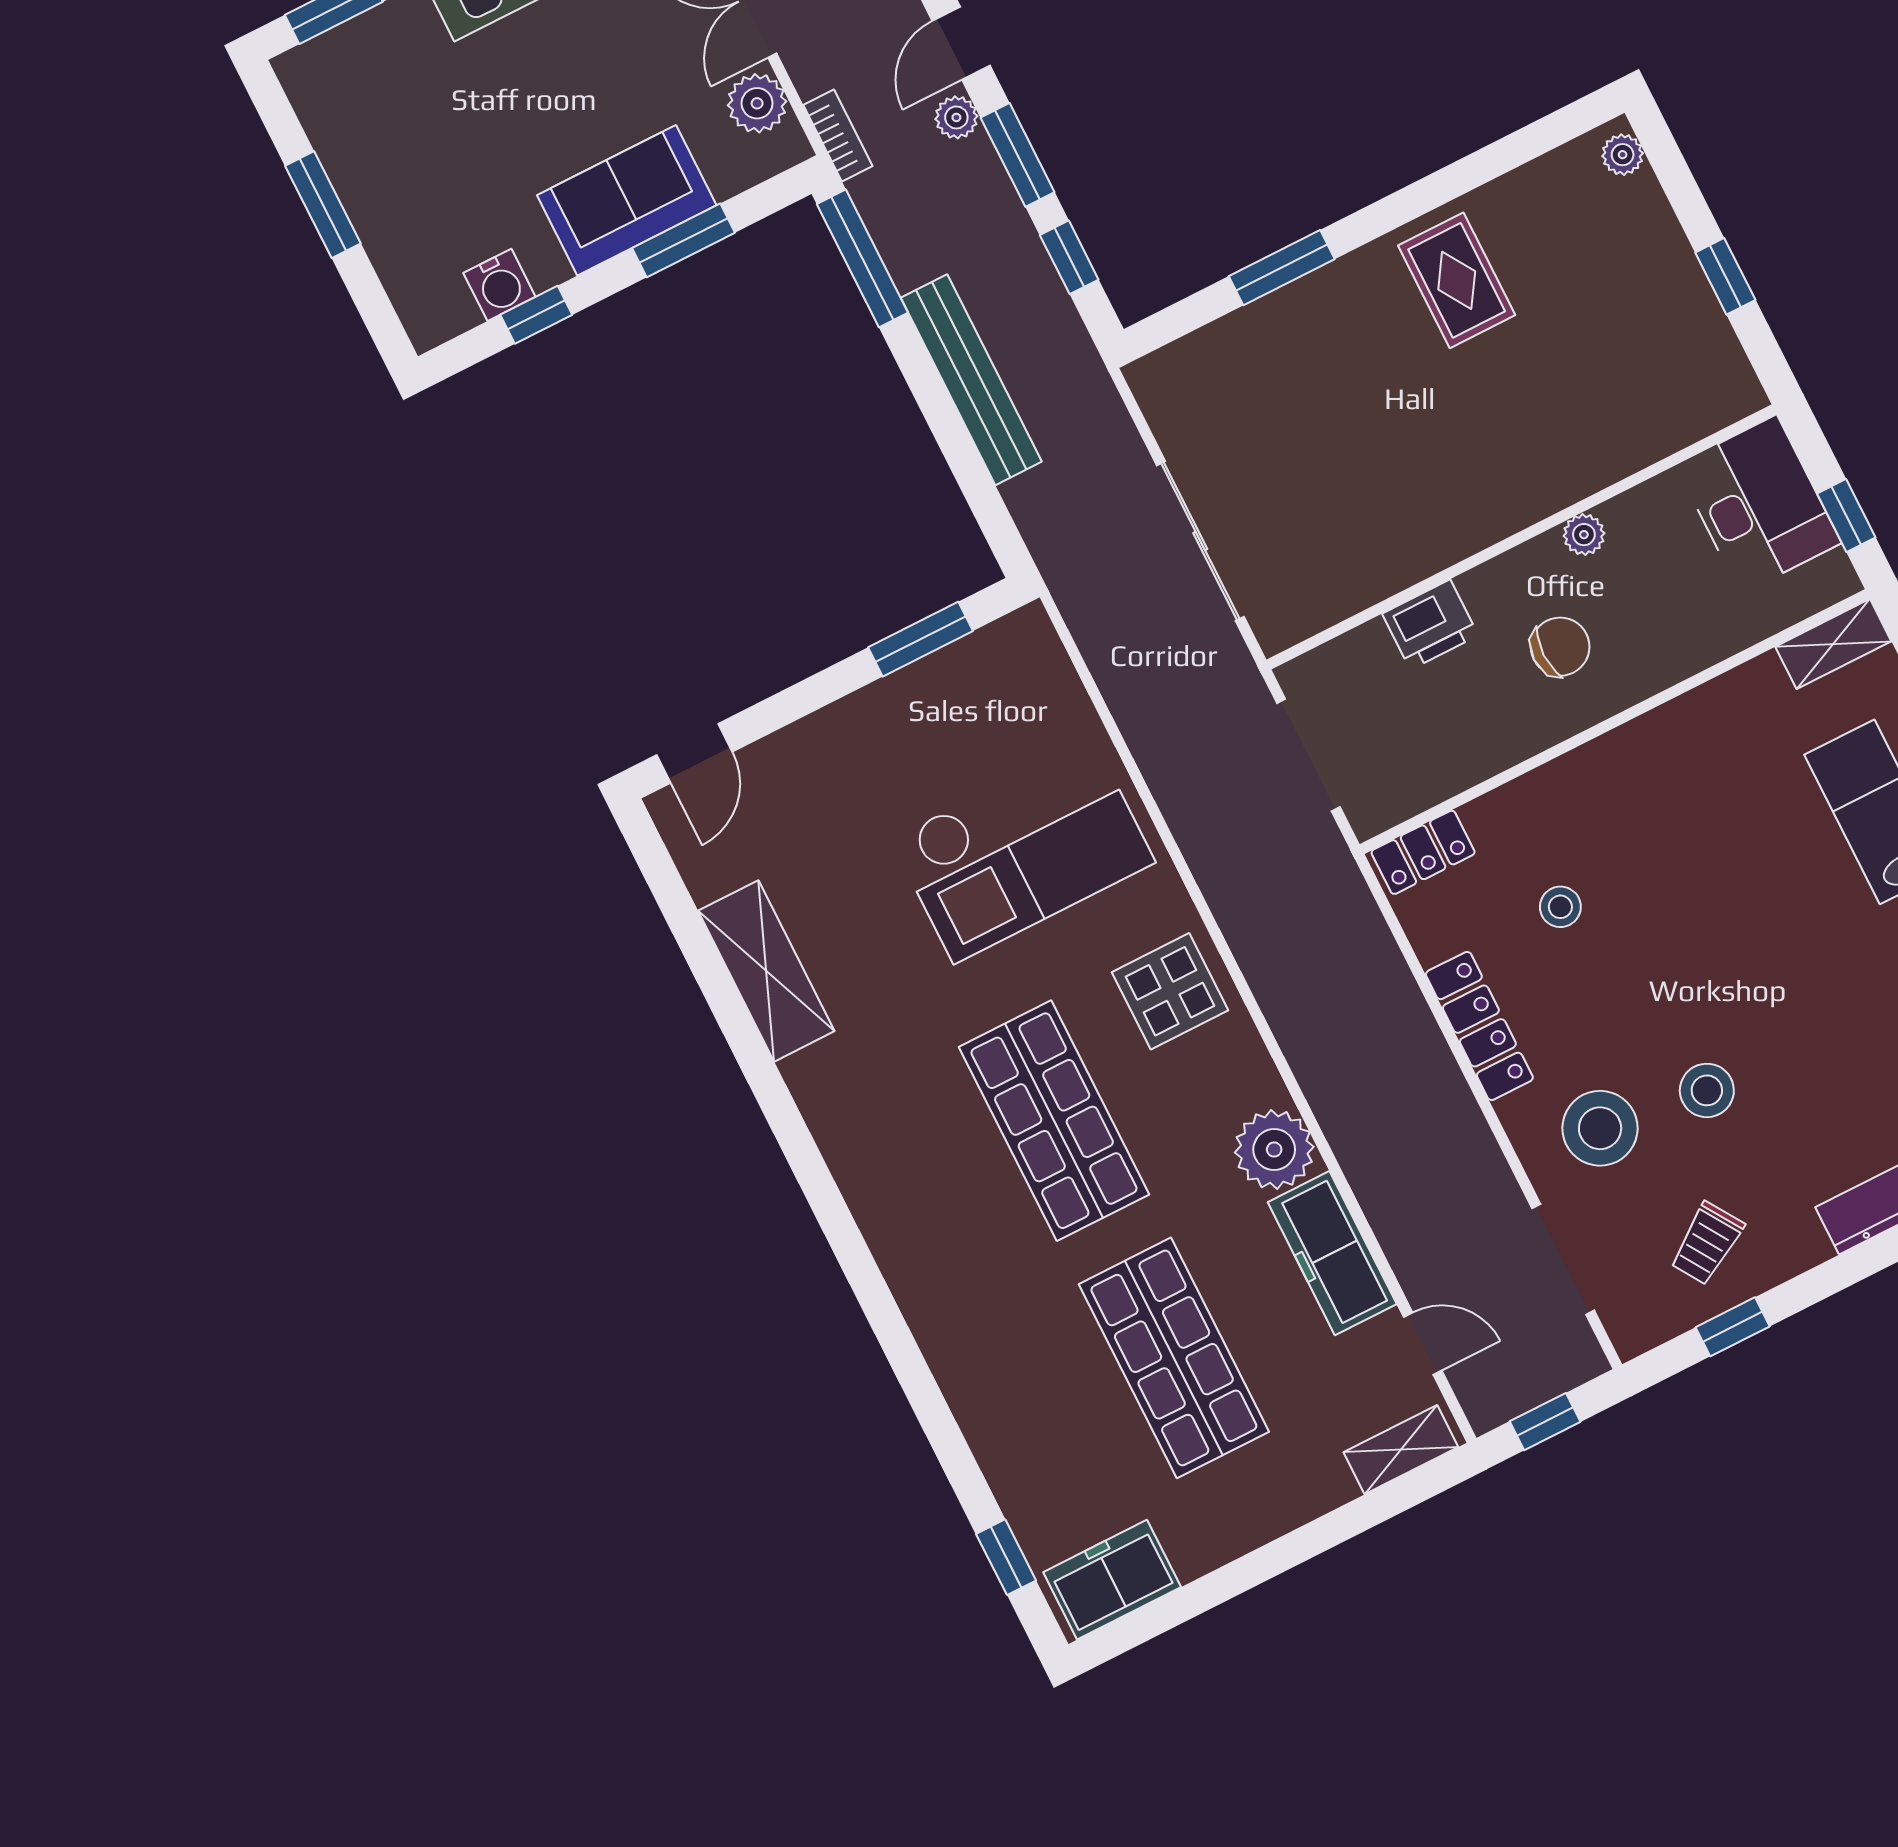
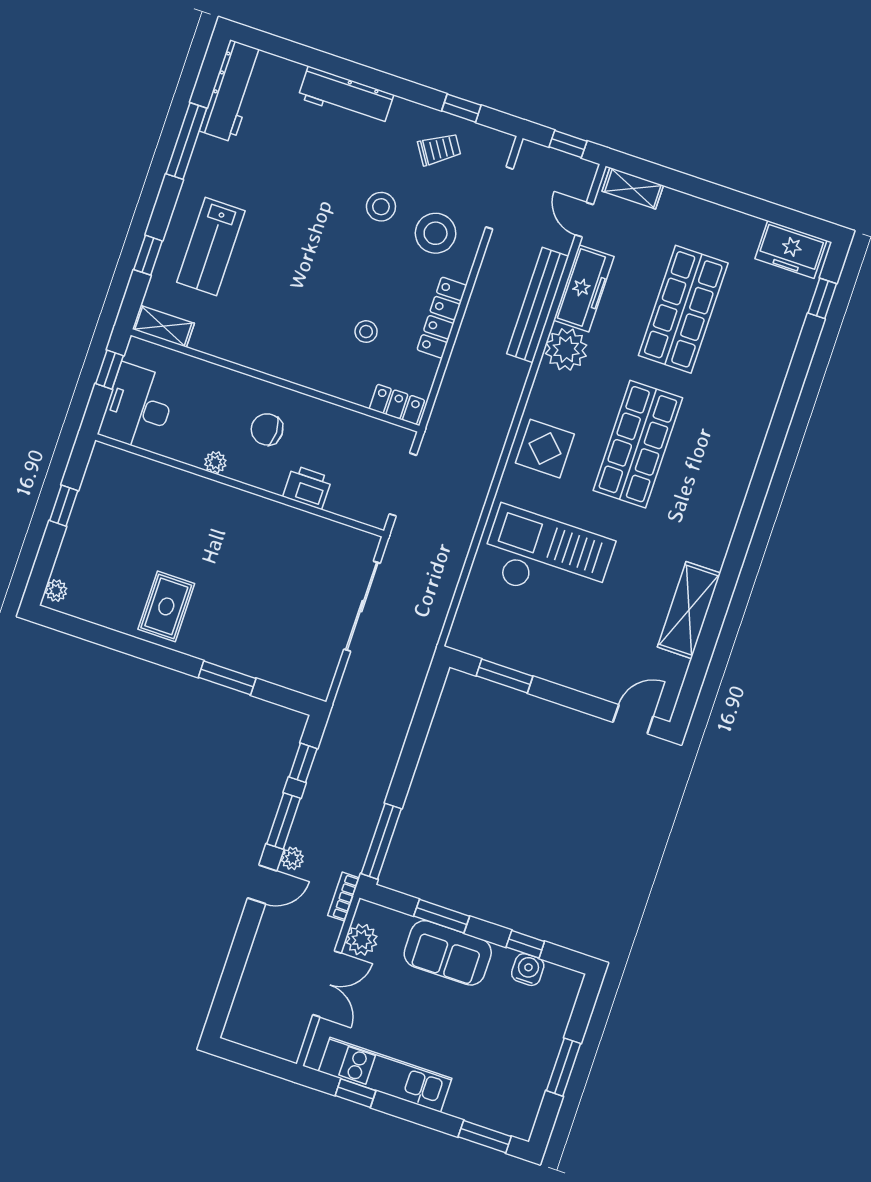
bench: (971, 380) -> (538, 305), moved

